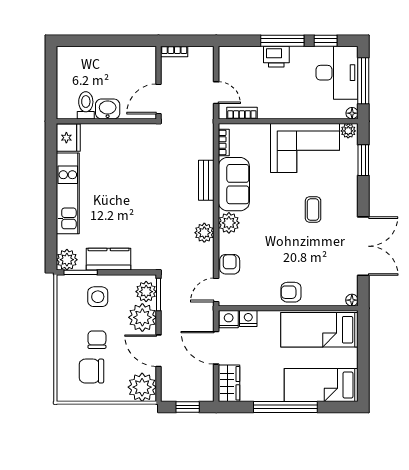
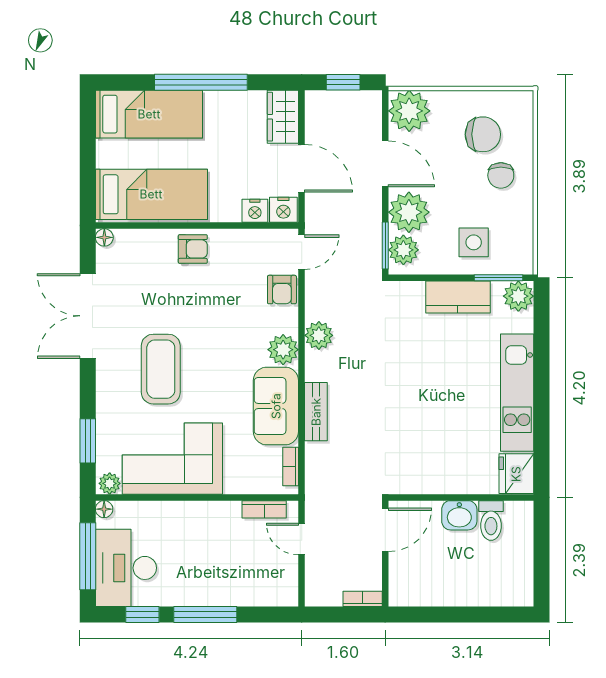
printer: (276, 57) -> (214, 591), removed
coffee table: (313, 210) -> (161, 369), width x1.86, depth x1.72
chair: (97, 340) -> (501, 175), moved

